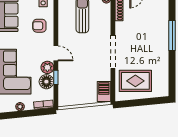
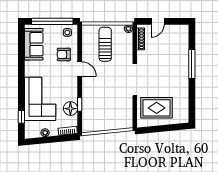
door: (56, 53) -> (80, 69), moved
plant: (47, 67) -> (71, 95), removed
barbecue: (104, 92) -> (126, 118), removed

